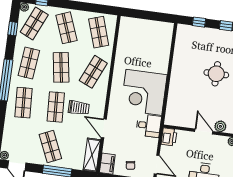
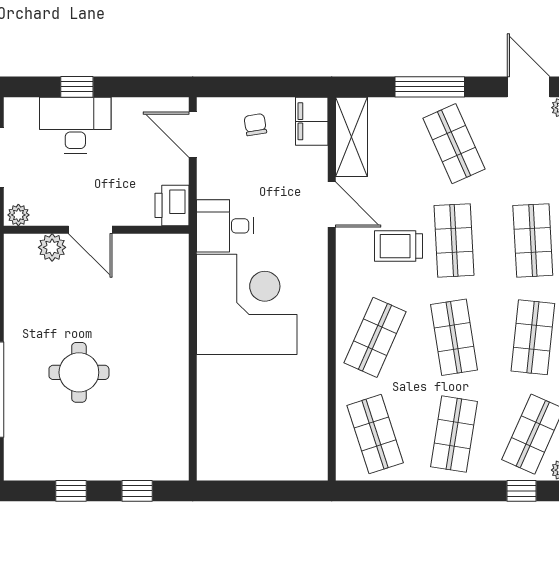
shop shelf: (66, 28) -> (454, 434), turned 30

